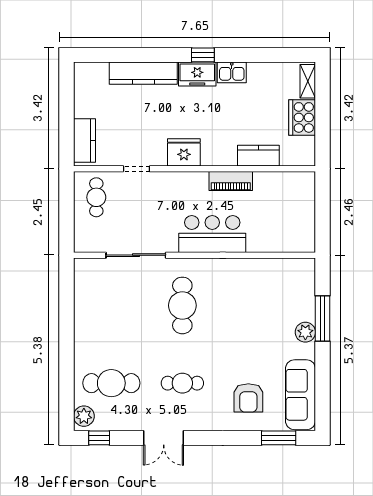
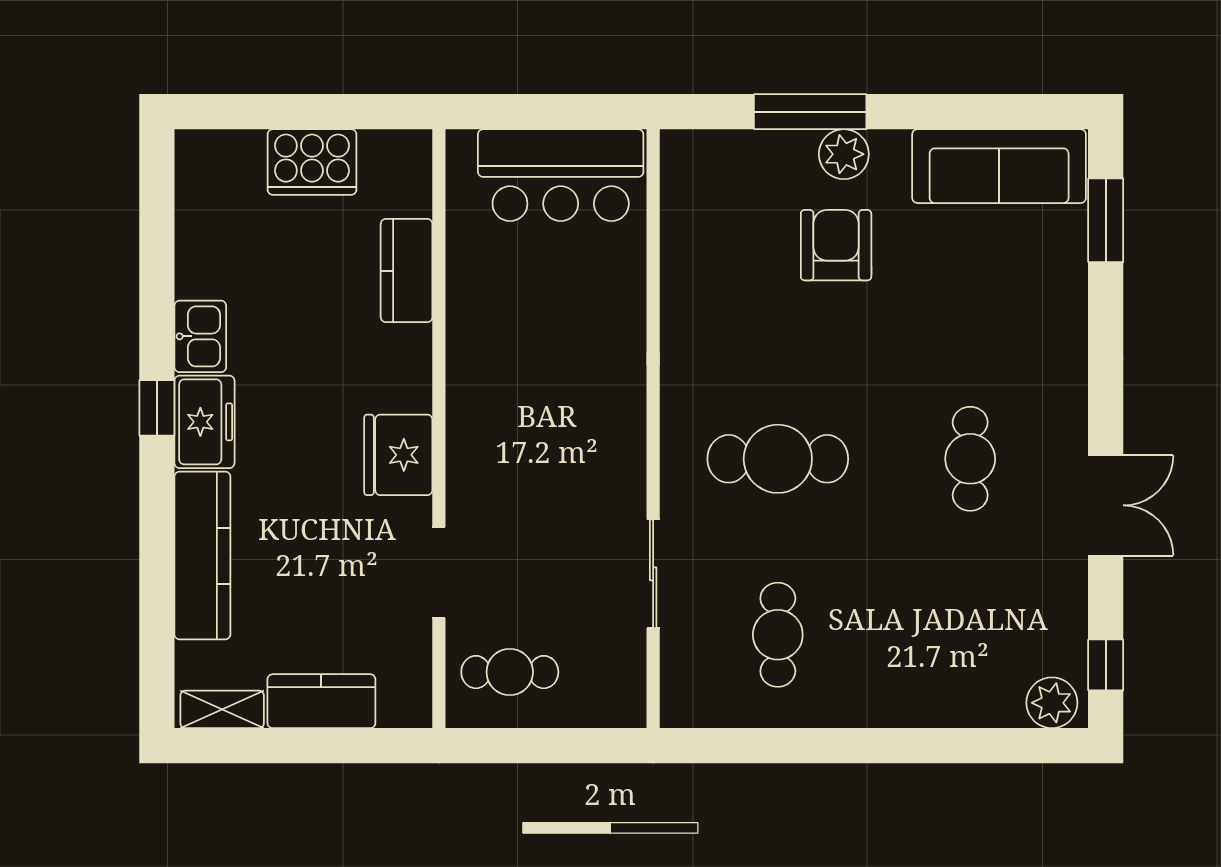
shelving: (308, 81) -> (222, 709), moved
kitchen counter: (84, 140) -> (321, 701), moved
doorway: (136, 169) -> (439, 573), width x1.38
piano: (231, 181) -> (469, 339), removed
bar counter: (212, 234) -> (561, 175), moved, turned -90
sliding door: (136, 255) -> (653, 574), width x0.73
cafe table: (111, 383) -> (778, 635), moved, width x0.73, depth x0.74
armchair: (248, 398) -> (836, 245), moved, turned -90

